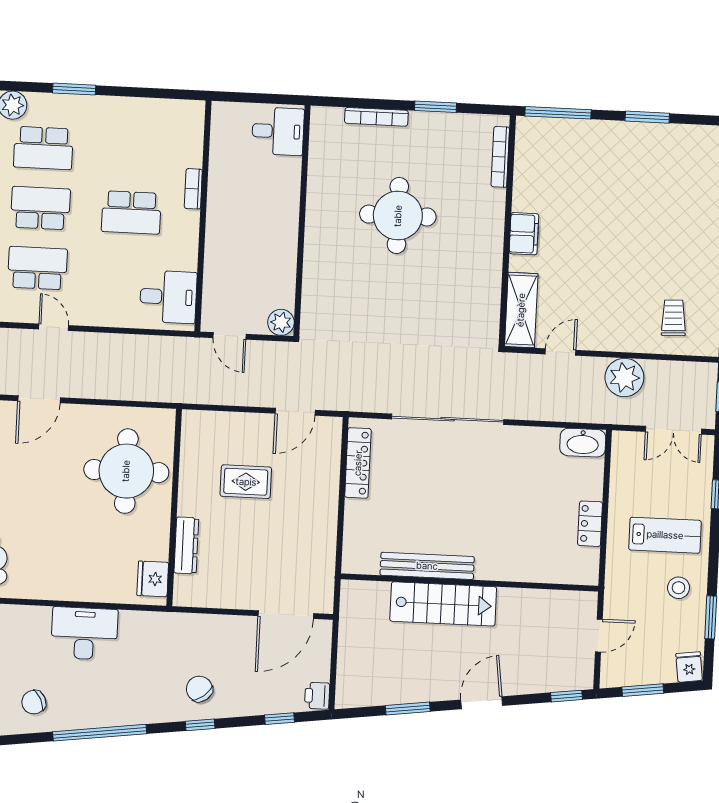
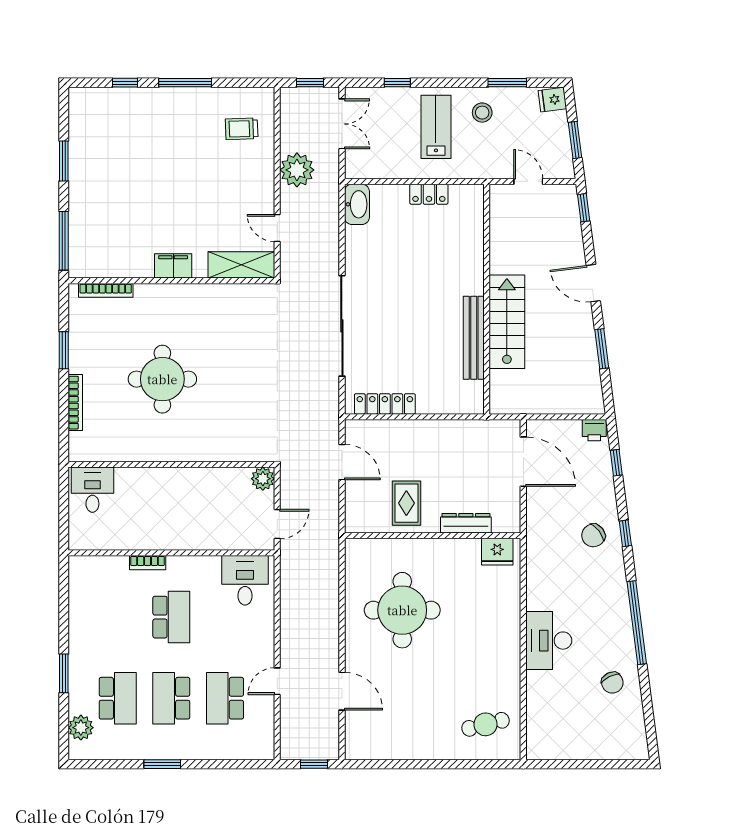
wall: (174, 508) -> (433, 536), moved
dresser: (186, 545) -> (466, 523), moved
fridge: (153, 579) -> (497, 552), moved

